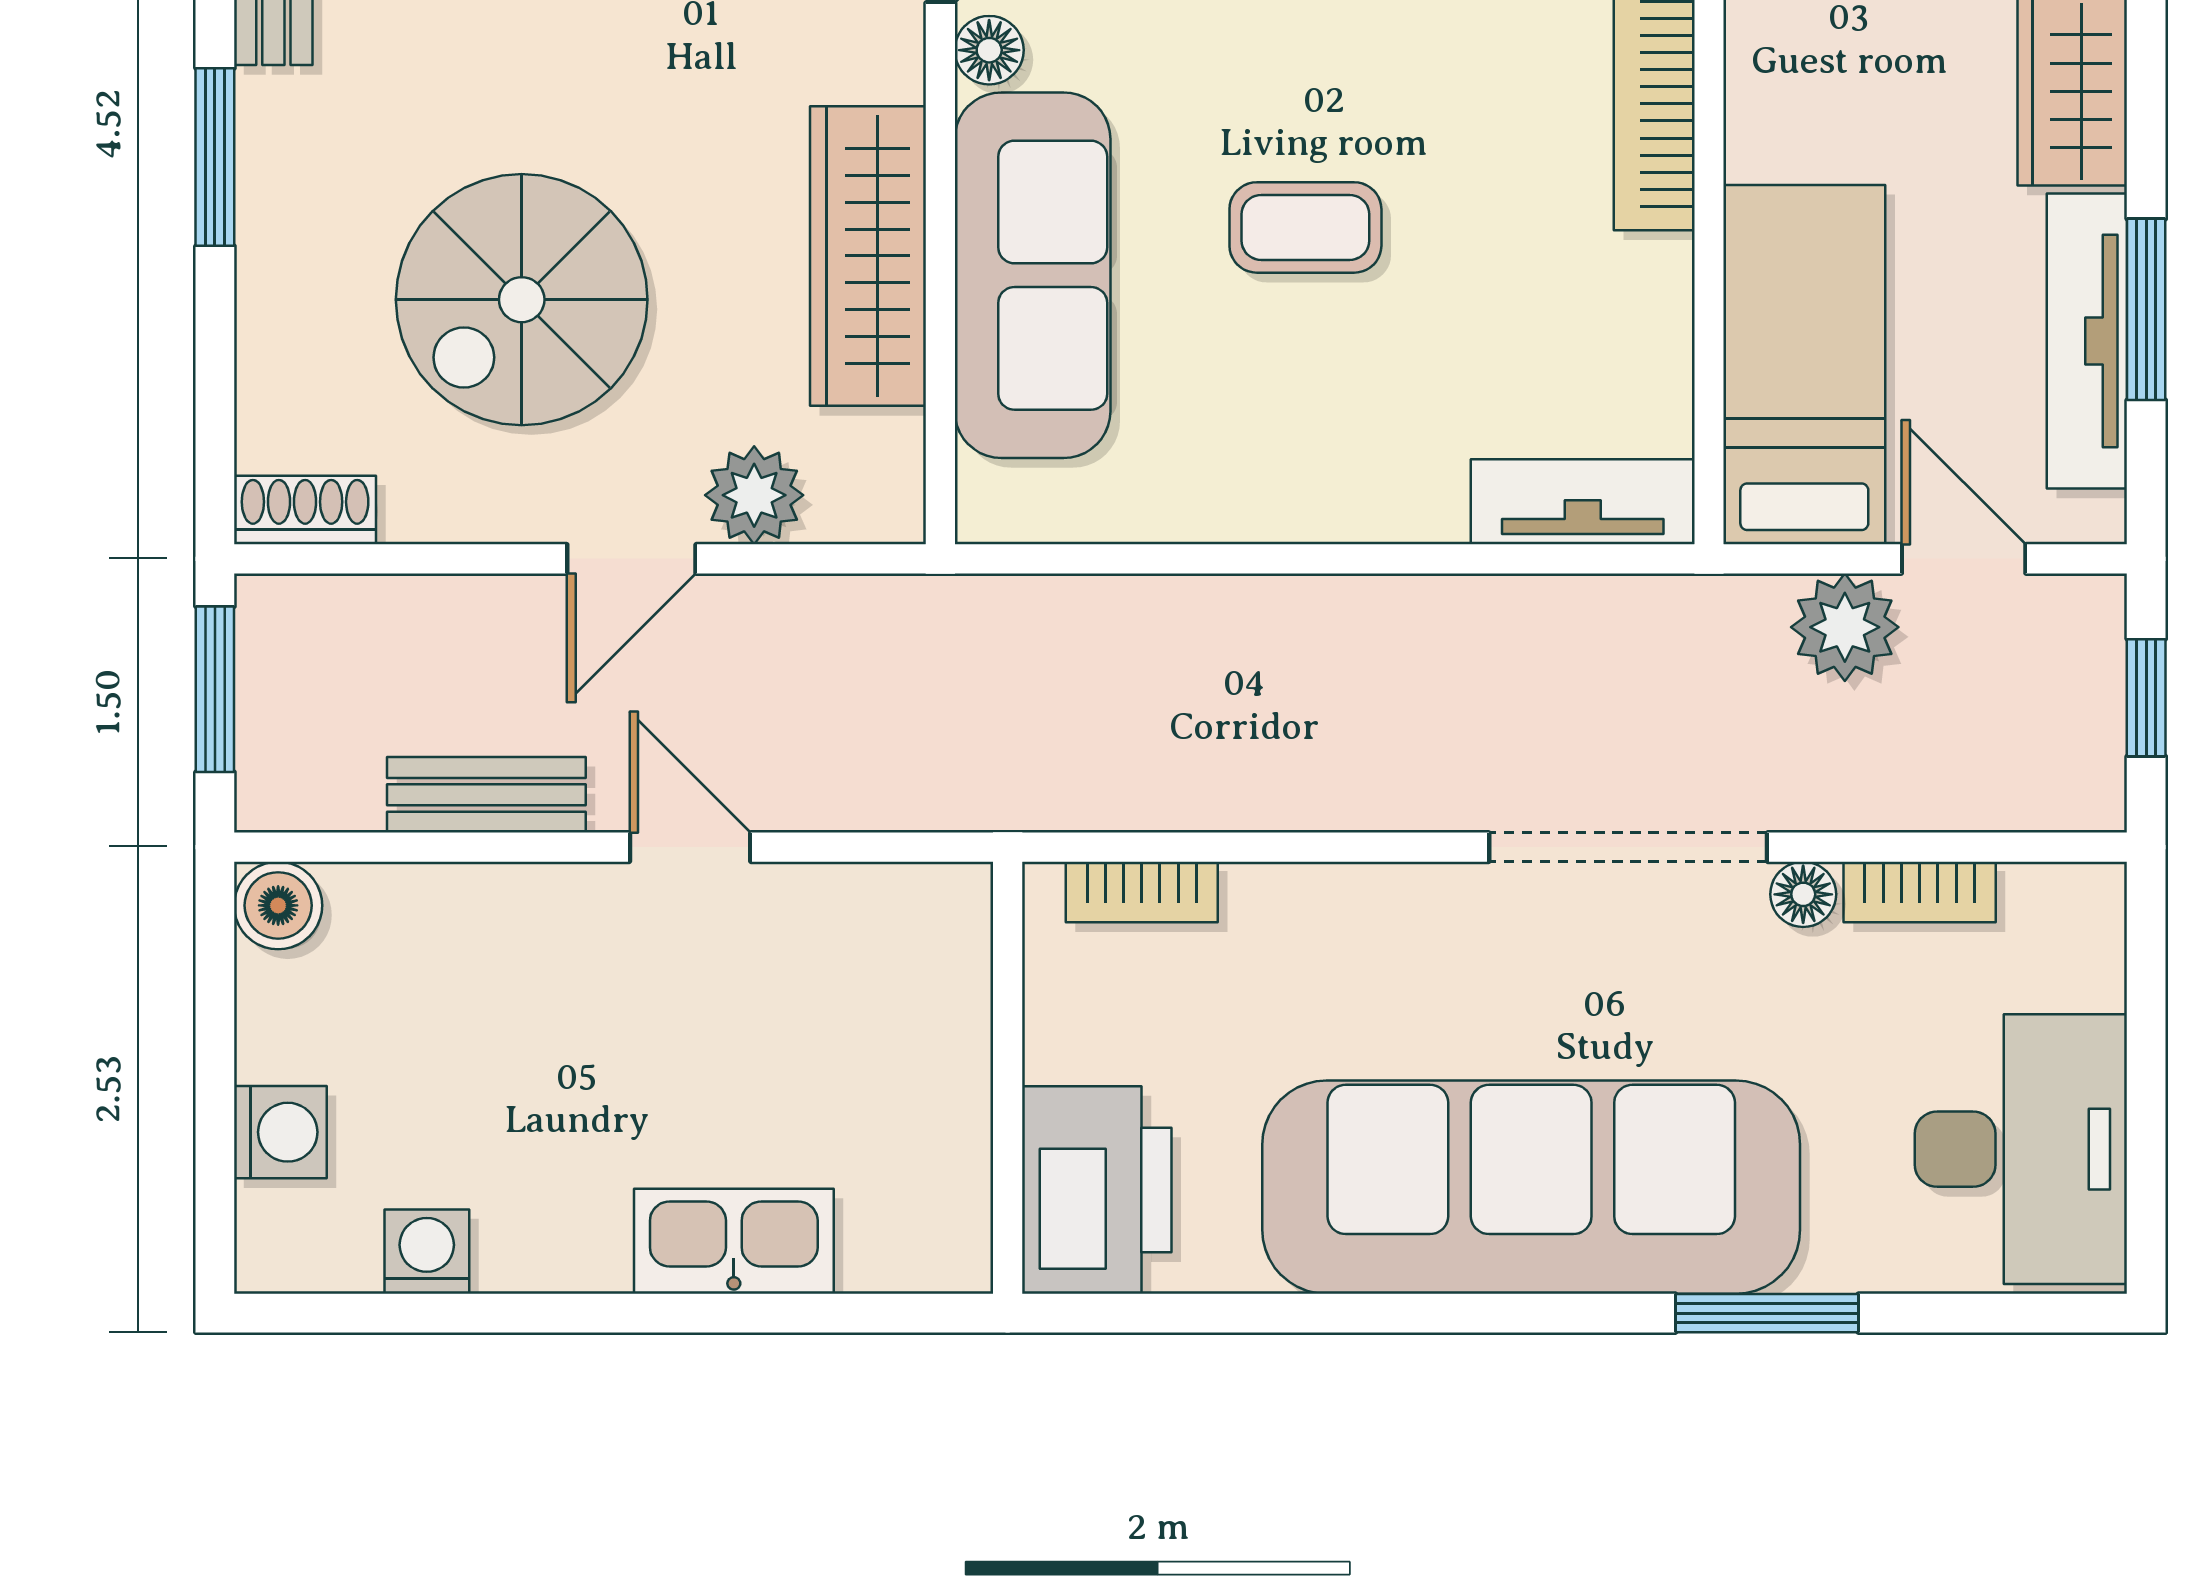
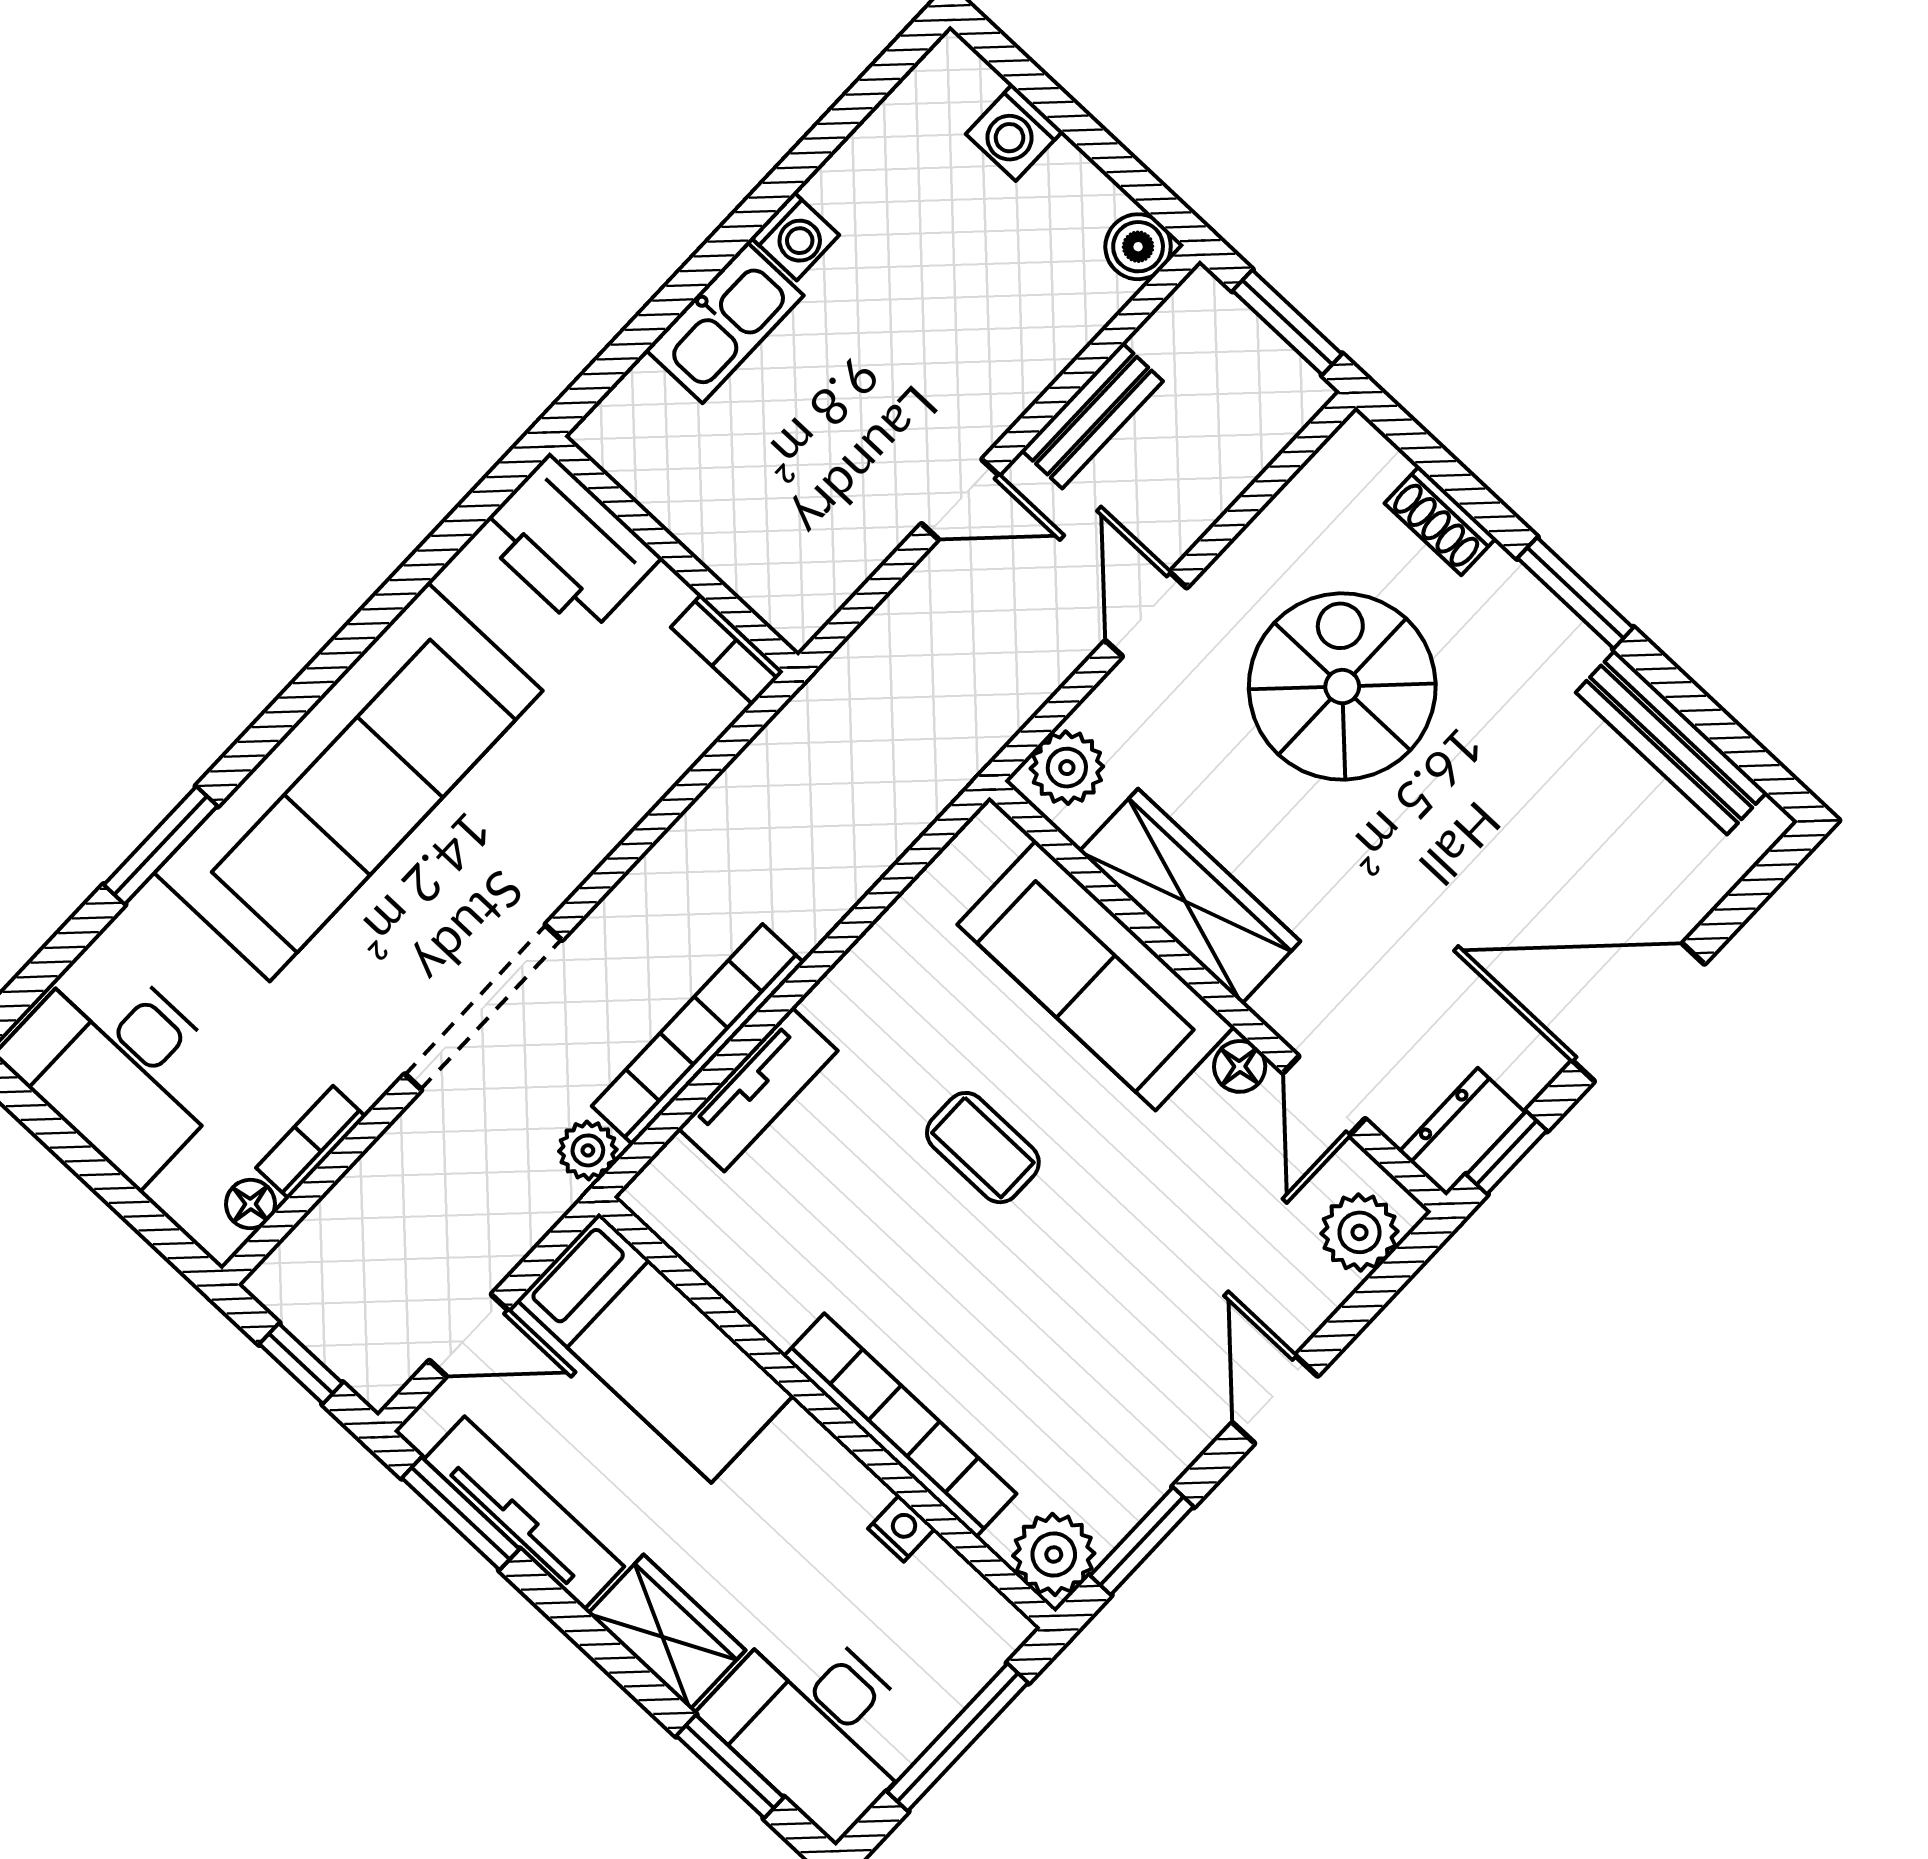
coffee table: (1305, 227) -> (983, 1148), turned 90
window: (2146, 309) -> (461, 1514), moved
plant: (754, 495) -> (1067, 768), moved
tv unit: (1583, 502) -> (758, 1089), moved
shoe rack: (305, 510) -> (1440, 521), moved, turned 90
bookcase: (1457, 612) -> (698, 1034), added
plant: (1845, 627) -> (588, 1150), moved, width x0.73, depth x0.73
bookcase: (1142, 892) -> (727, 650), moved, turned -90
floor lamp: (1803, 894) -> (250, 1204), moved
washing machine: (427, 1252) -> (795, 236), moved

